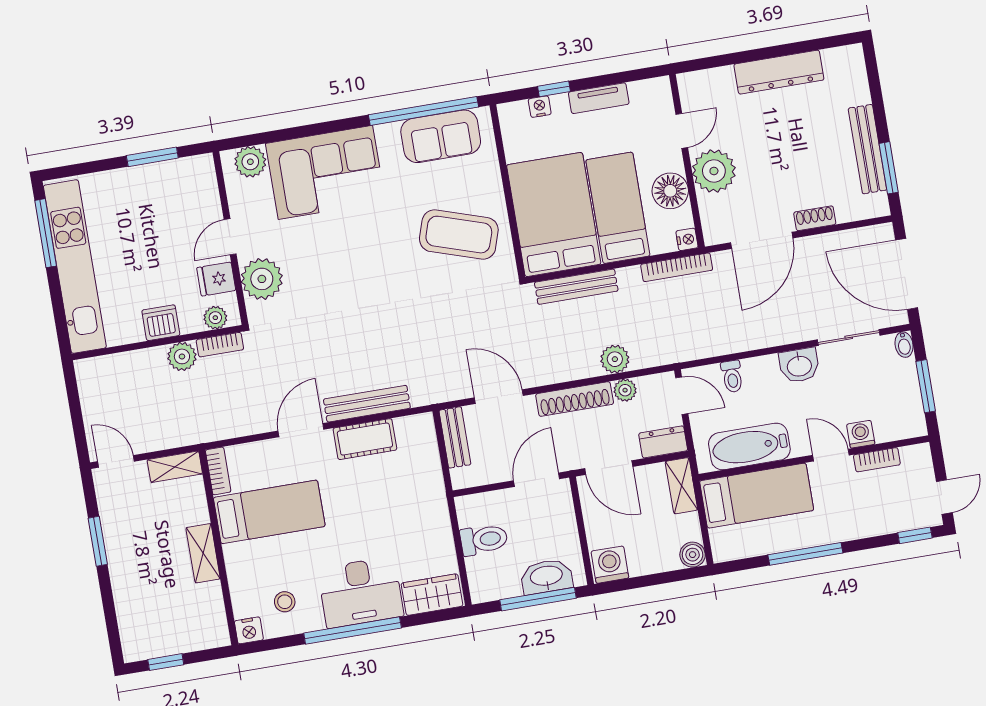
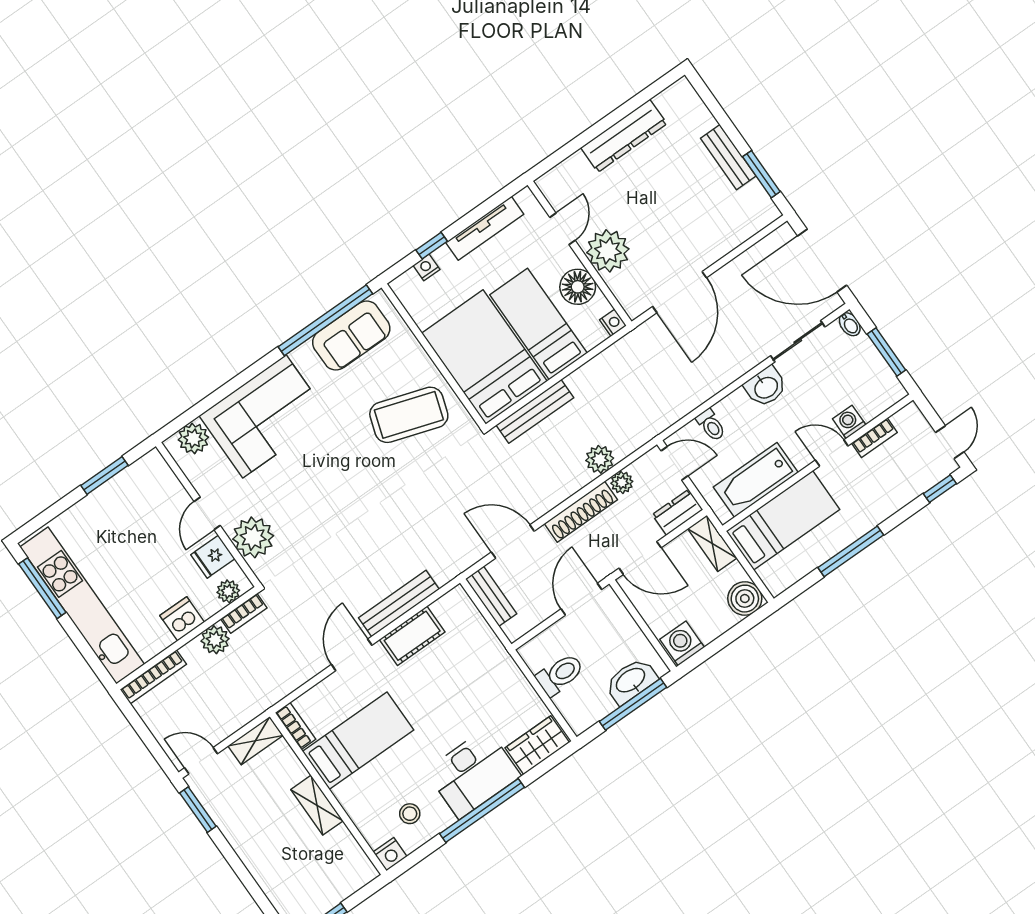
tv unit: (599, 98) -> (485, 228), width x1.41
bench: (867, 149) -> (728, 157), width x0.73
shoe rack: (815, 218) -> (717, 250), removed
bookcase: (677, 267) -> (153, 677), moved
window: (98, 541) -> (198, 810), moved
boiler: (693, 555) -> (745, 599), width x1.36, depth x1.36

